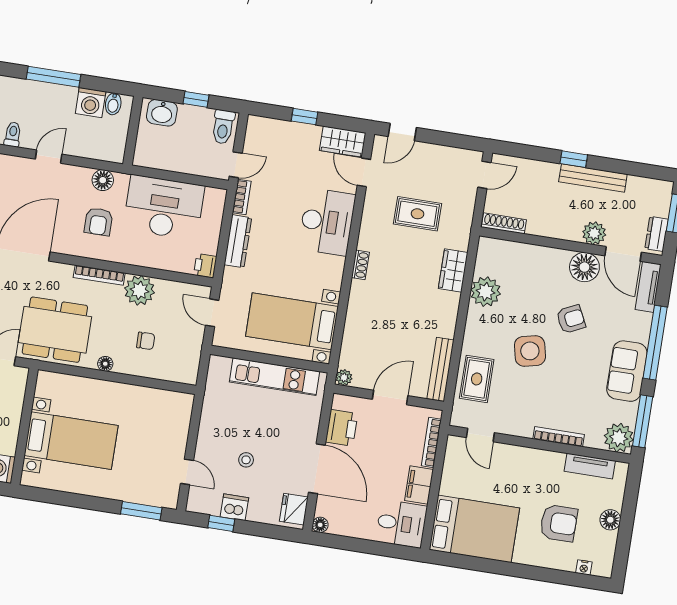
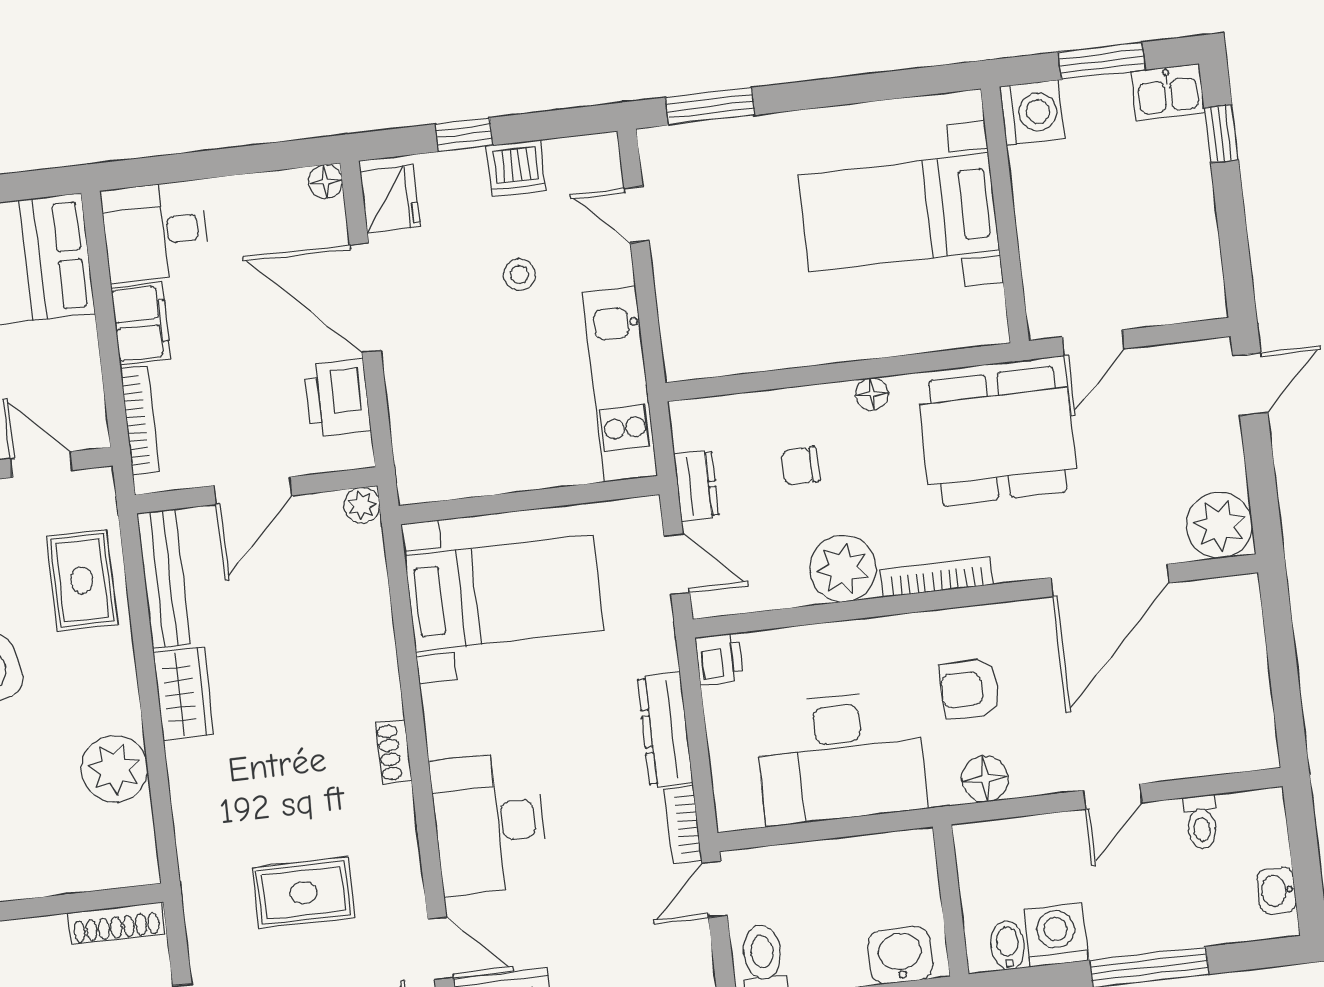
armchair: (98, 222) -> (970, 689), turned -90
wardrobe: (453, 271) -> (184, 694), moved
dresser: (194, 345) -> (696, 486), added
kitchen unit: (274, 377) -> (620, 384), moved, turned -90
window: (221, 523) -> (464, 135), moved

